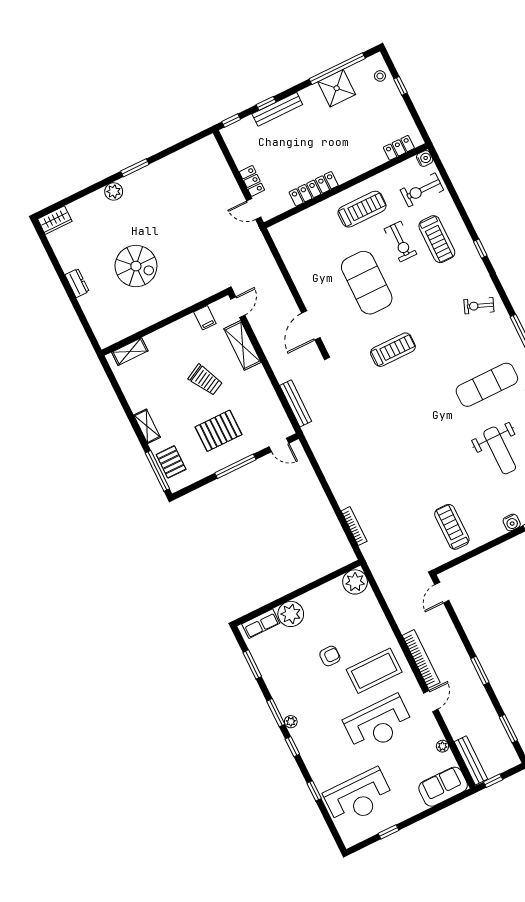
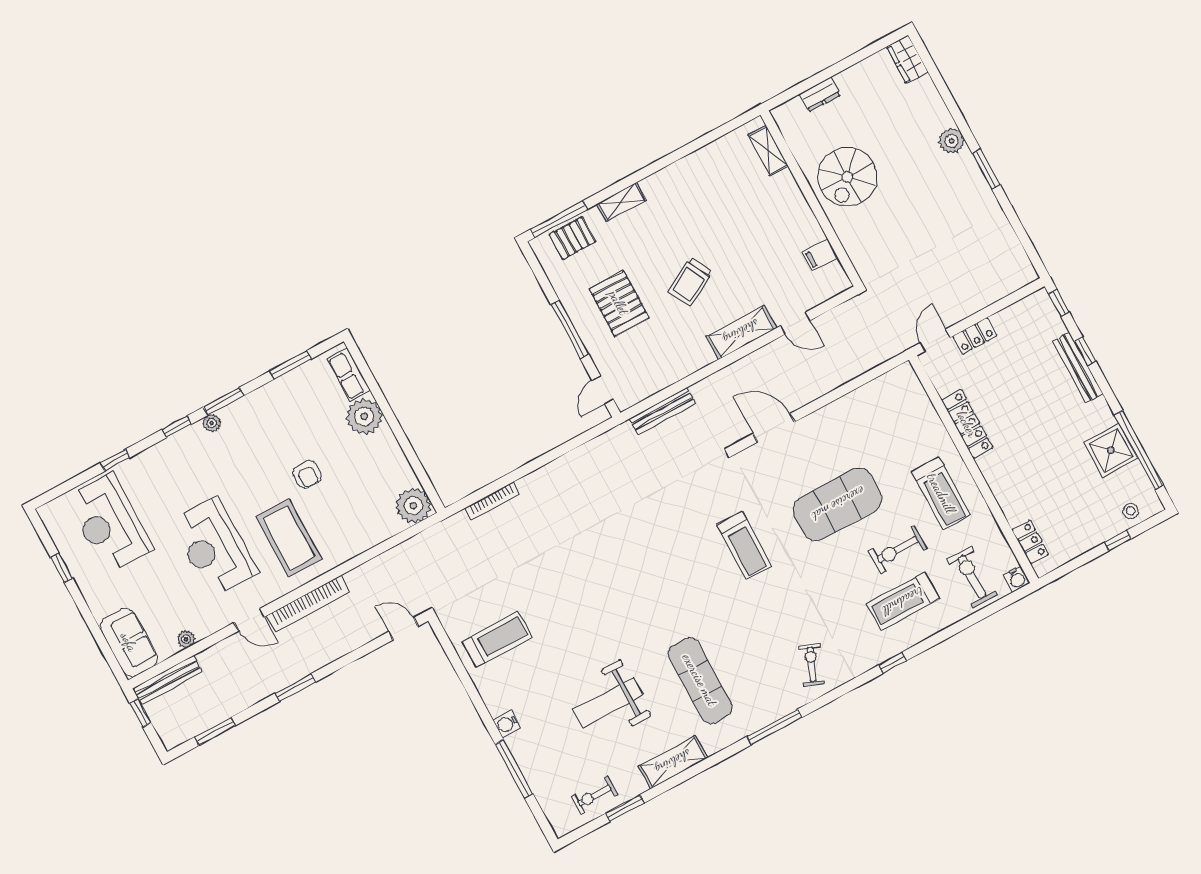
filing cabinet: (205, 318) -> (820, 255), moved
wall: (165, 322) -> (811, 198), moved
shelving: (130, 352) -> (768, 150), moved

